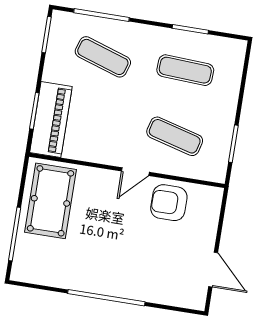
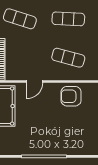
door: (135, 172) -> (35, 82), moved

